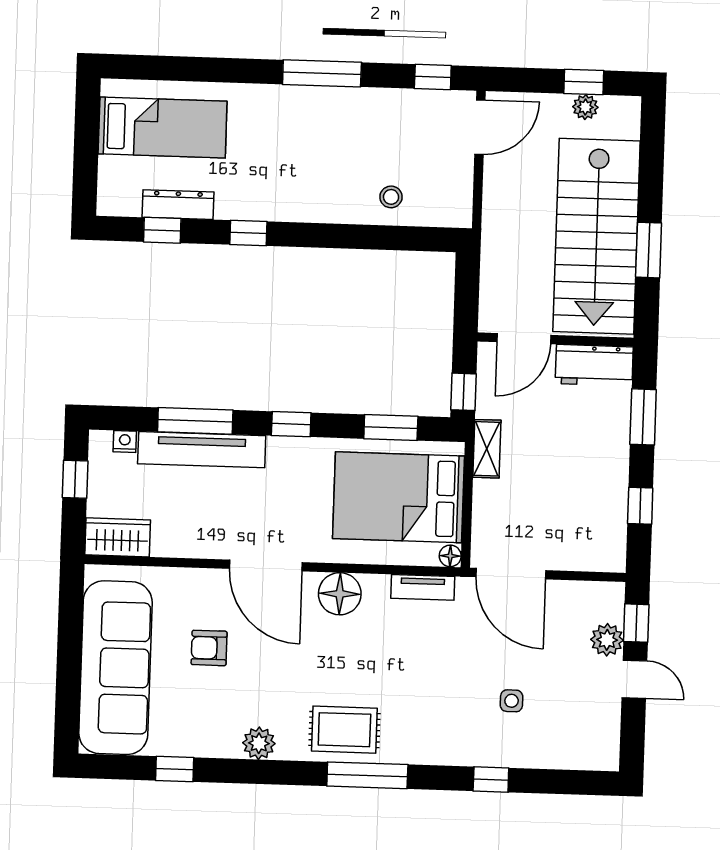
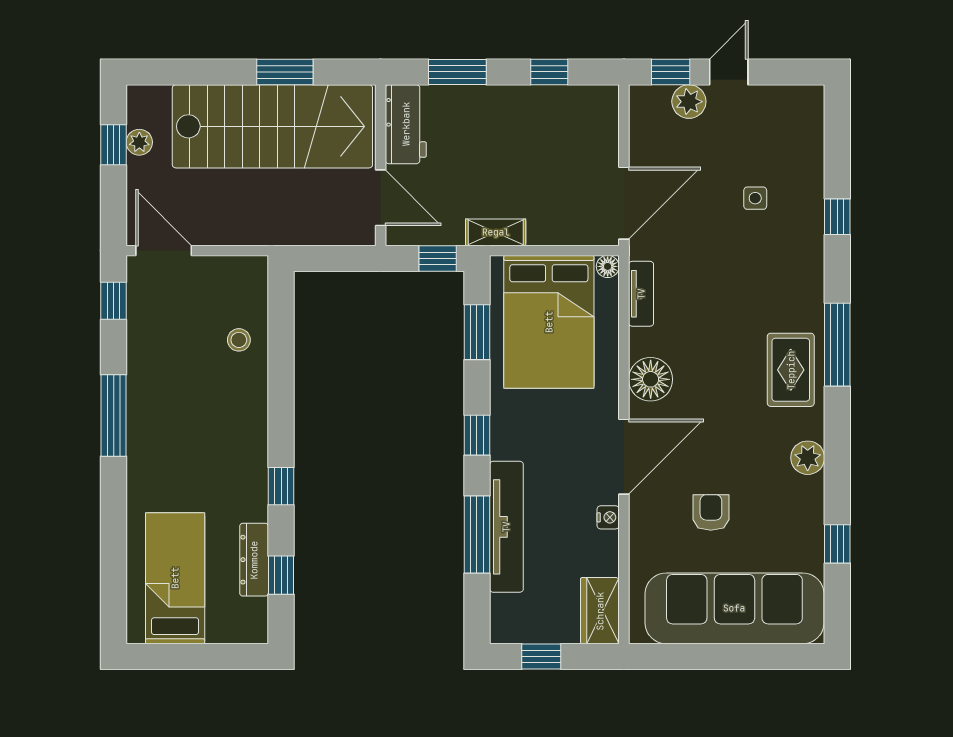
nightstand: (125, 441) -> (608, 517), moved, turned 180
armchair: (209, 648) -> (711, 512), turned 180

